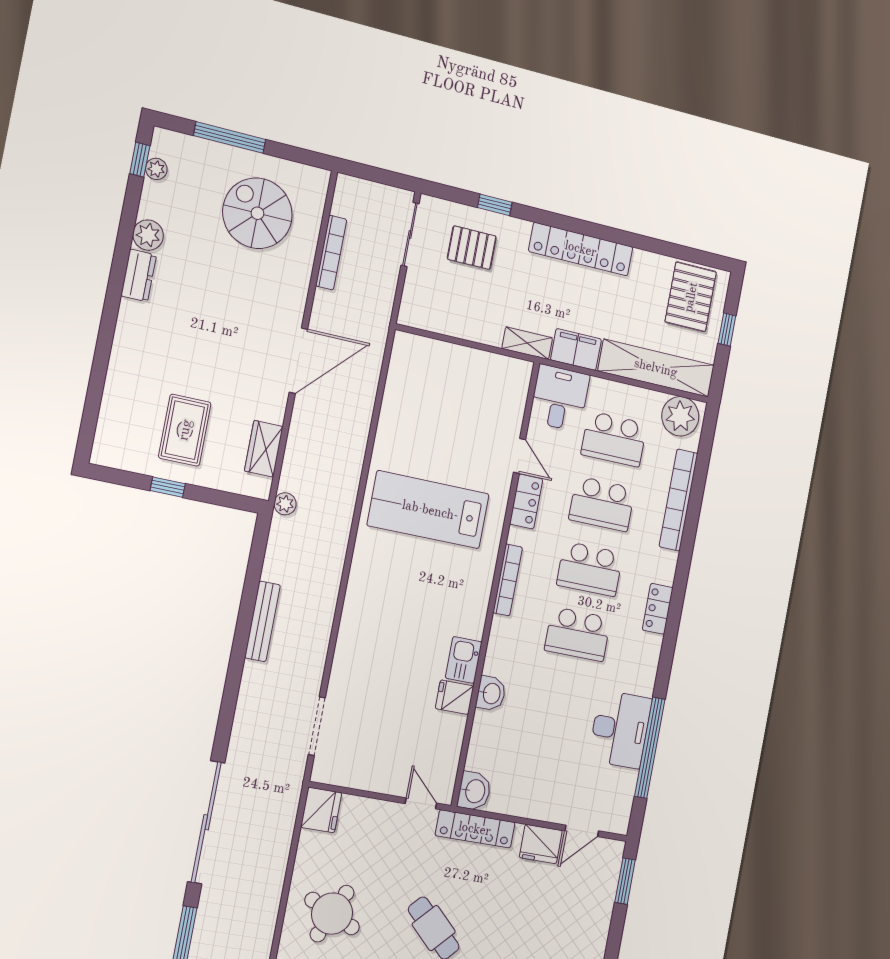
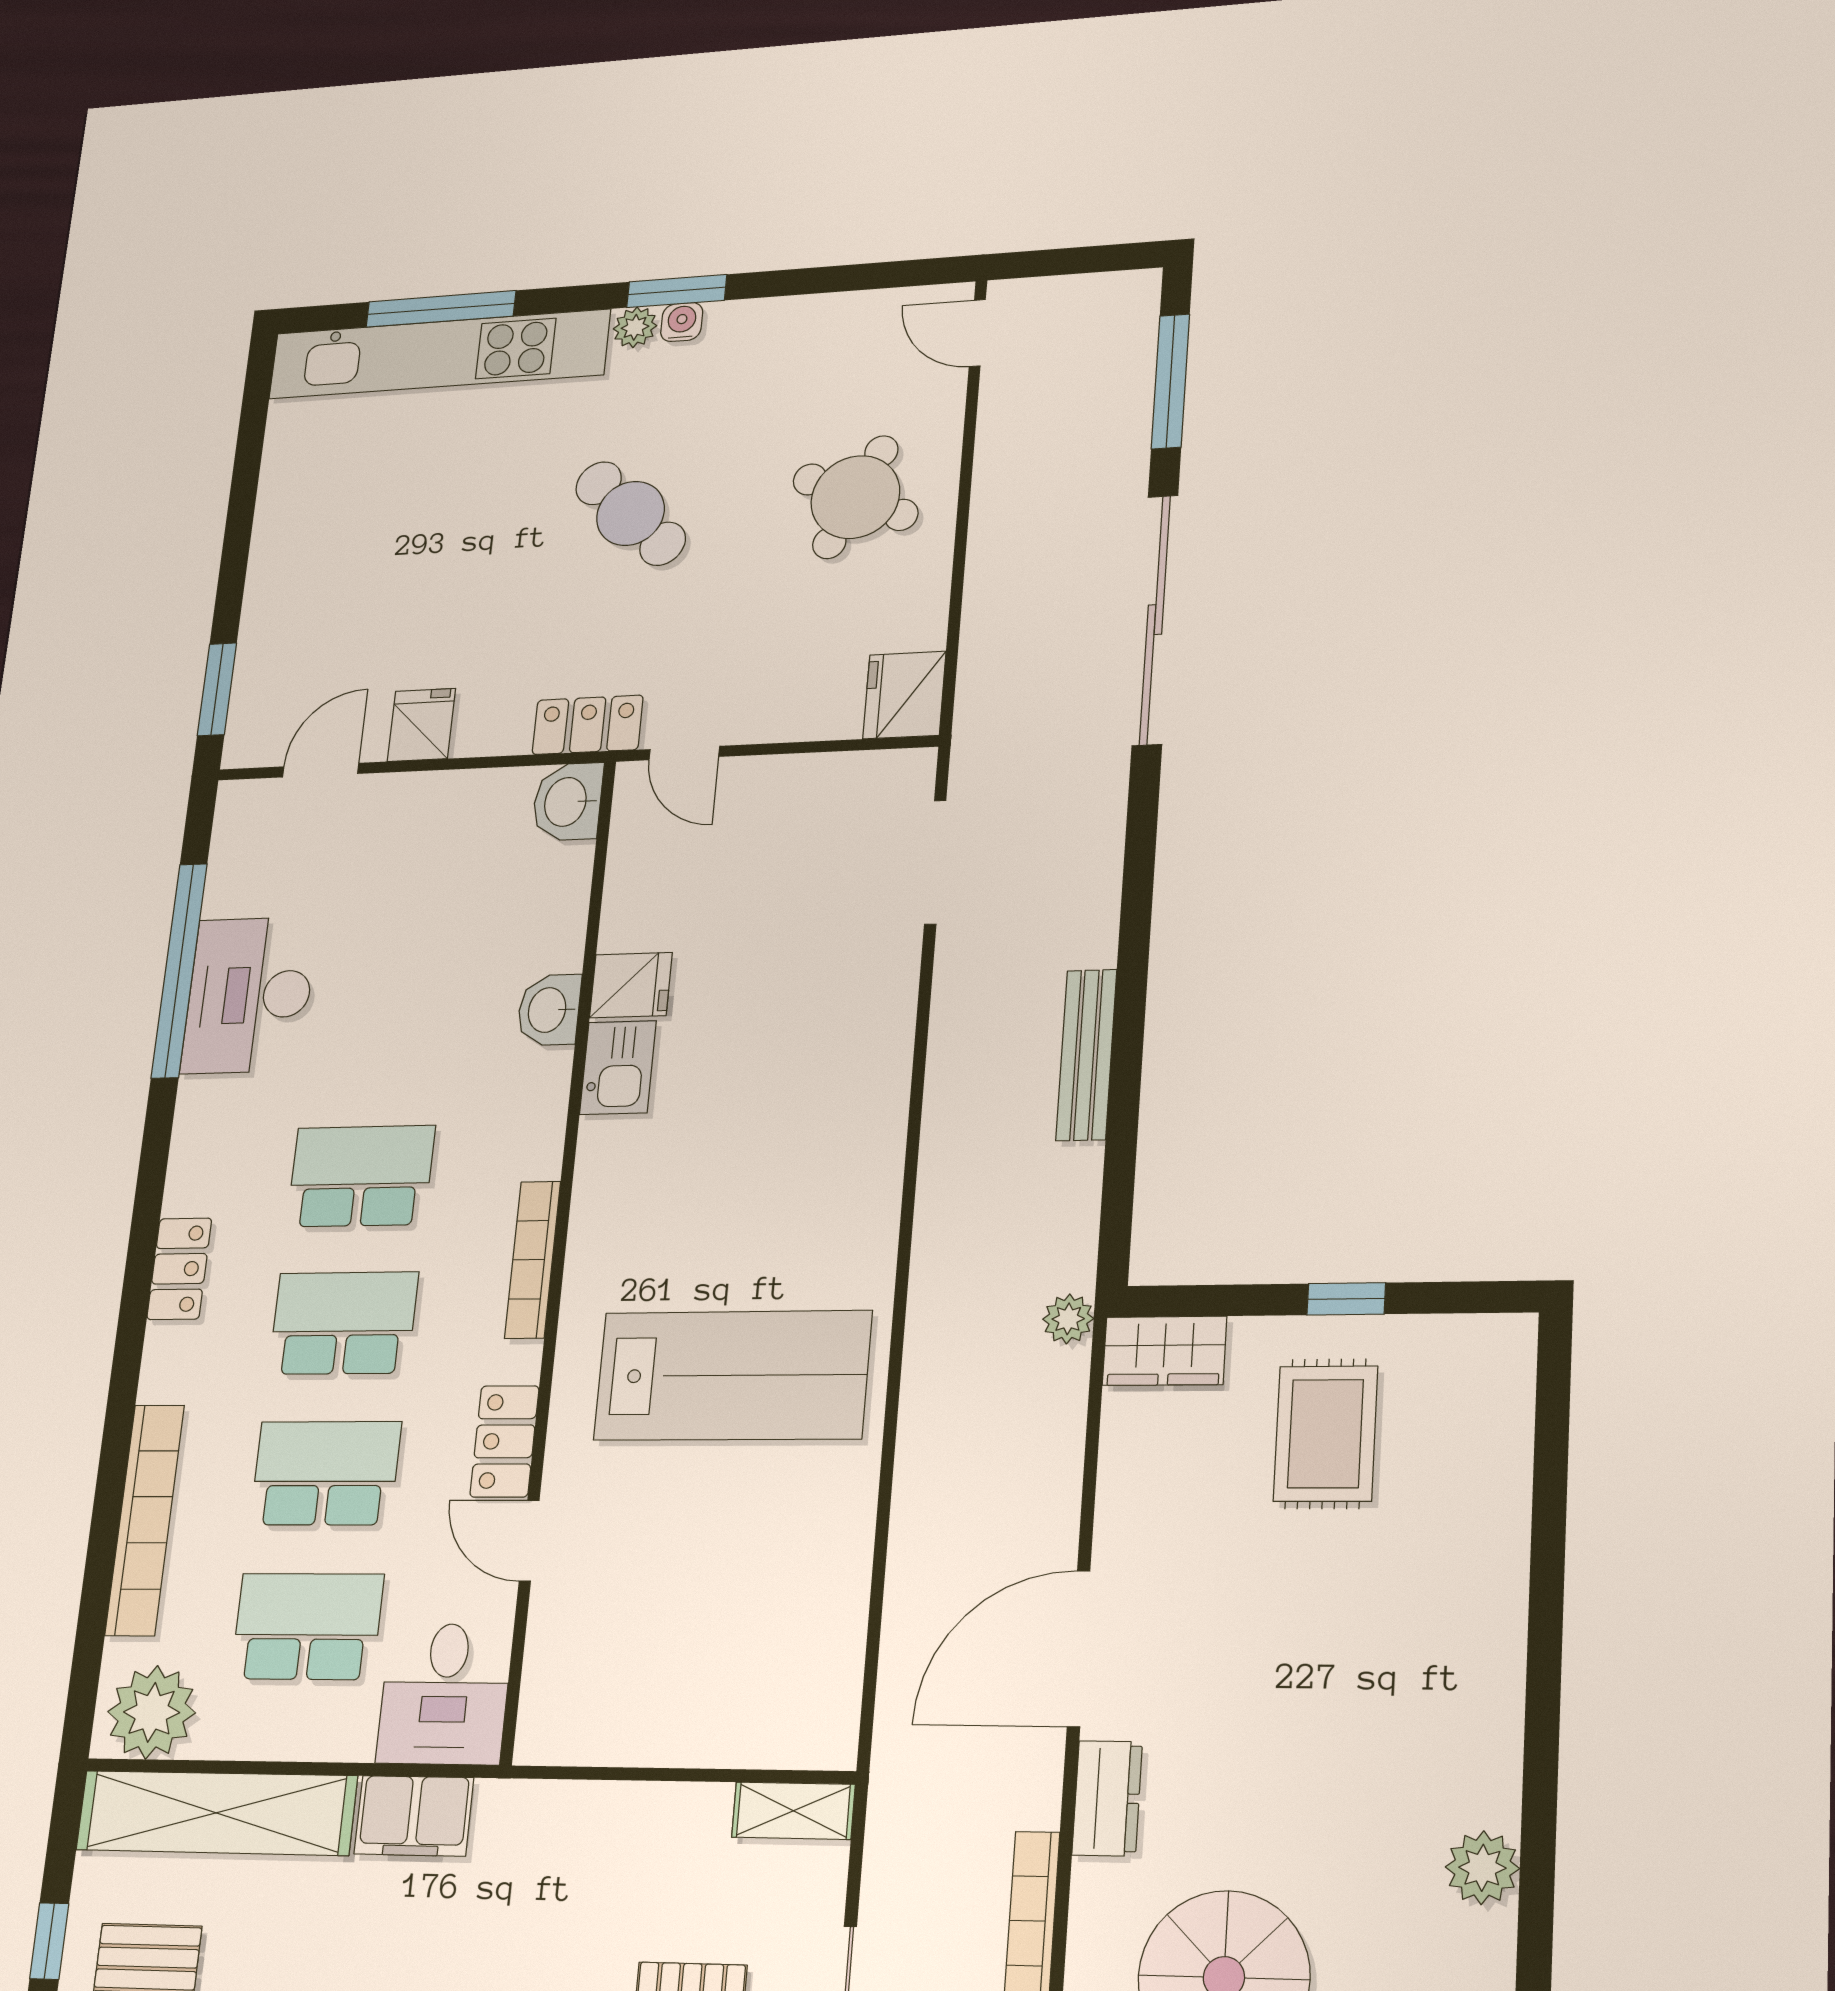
dresser: (139, 275) -> (1107, 1798), moved, turned 180
shelving: (527, 343) -> (793, 1811), moved
wardrobe: (264, 449) -> (1164, 1351), moved, turned 90
locker: (475, 829) -> (588, 725), width x0.66
fridge: (541, 844) -> (421, 725), width x0.72

